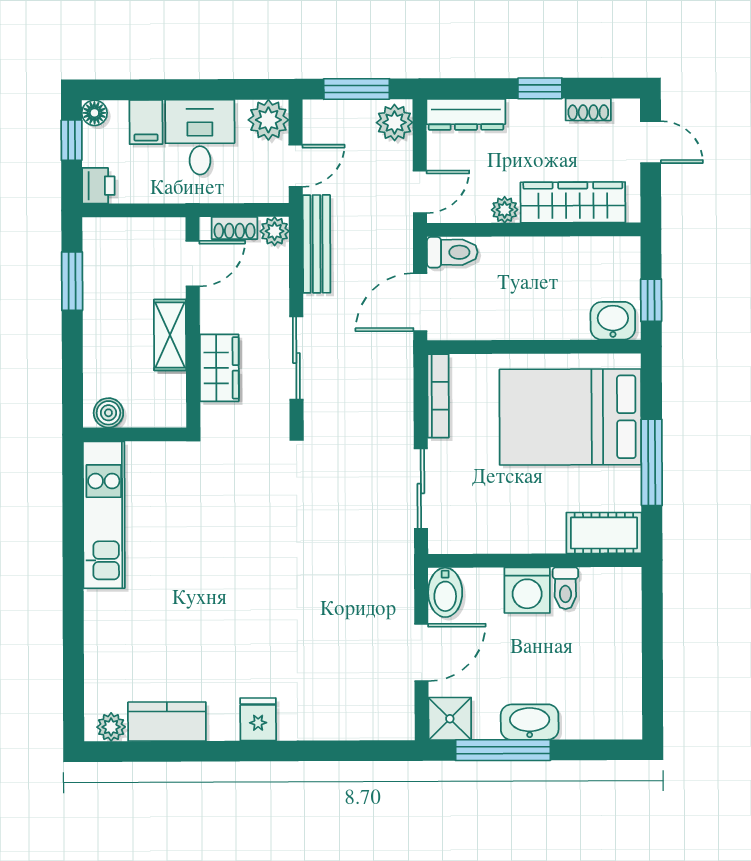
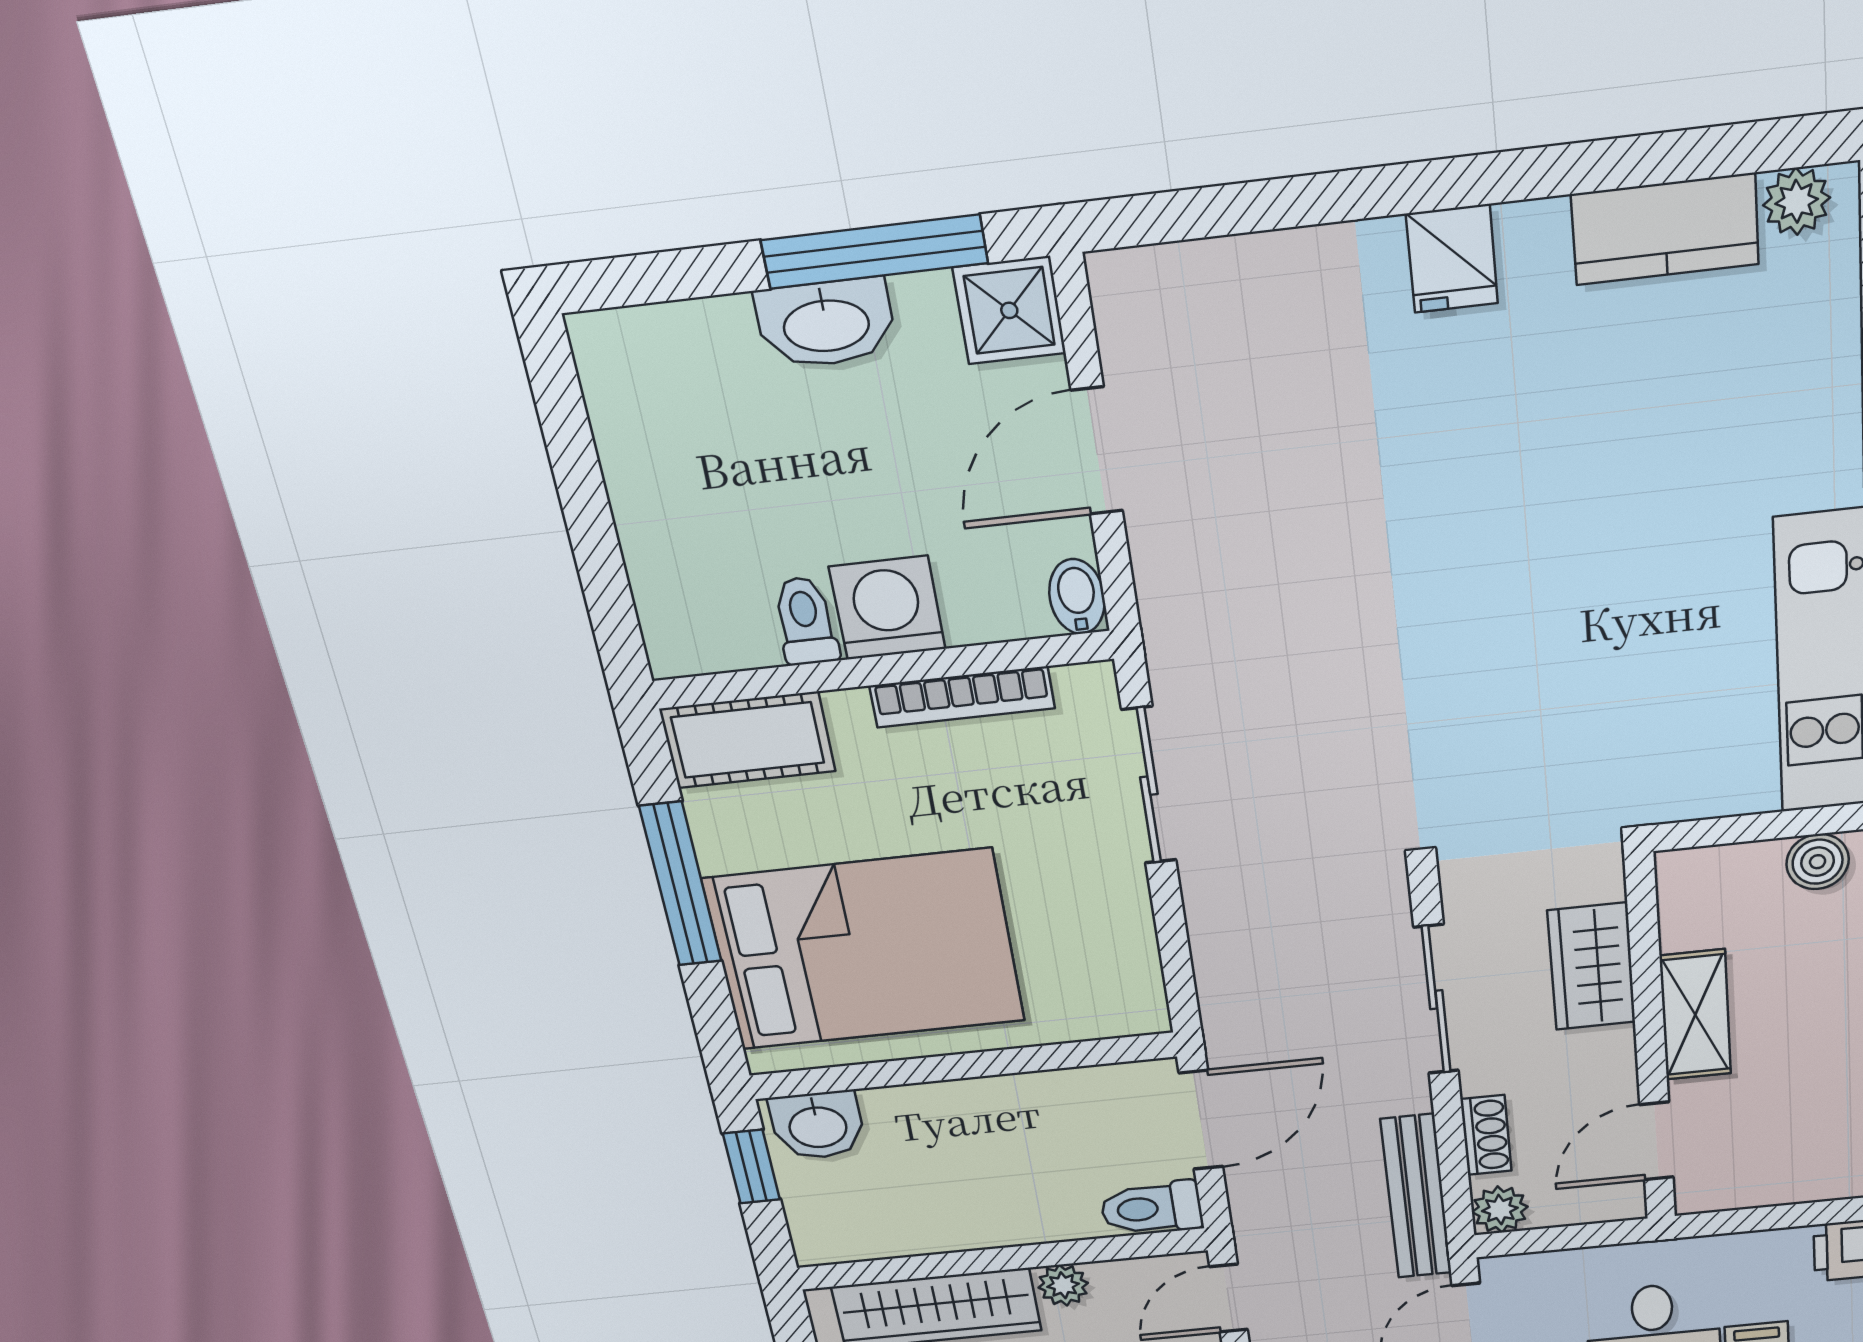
shoe rack: (235, 228) -> (1486, 1135), moved, turned 90
bookcase: (438, 396) -> (962, 697), moved, turned -90
bidet: (445, 592) -> (1077, 597), width x0.72, depth x0.74

